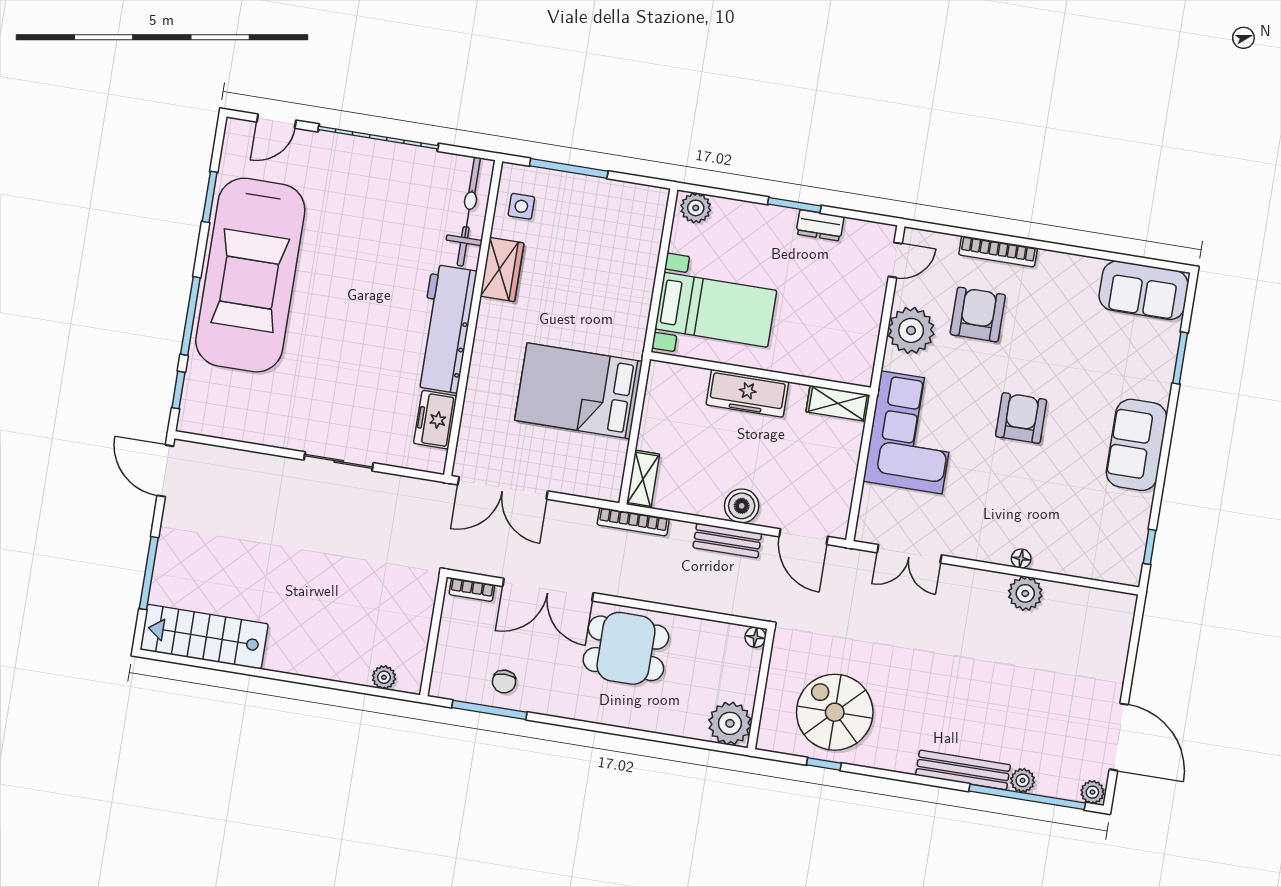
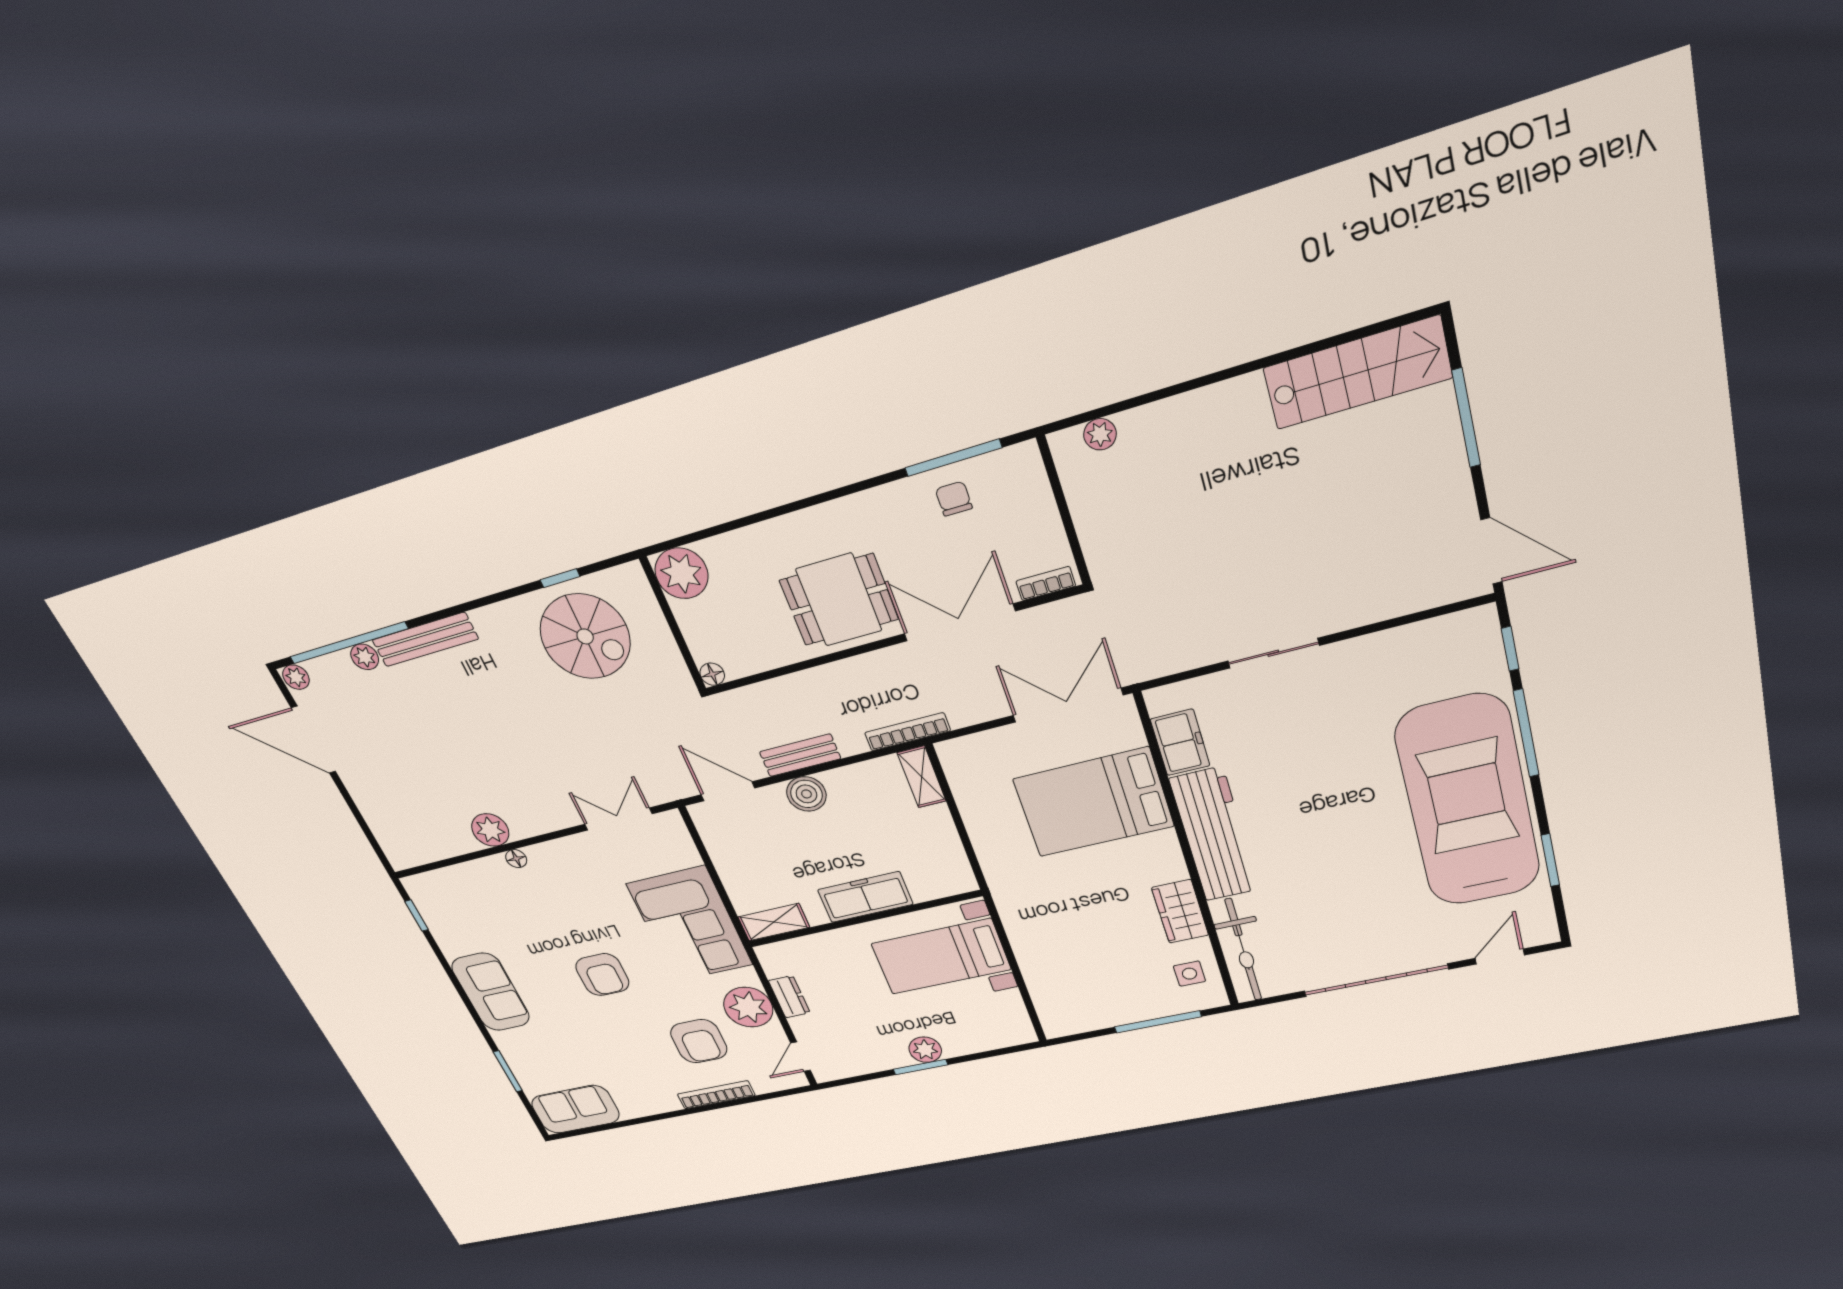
plant: (696, 208) -> (925, 1050), moved
dresser: (820, 225) -> (789, 997), moved, turned 90
bed: (578, 391) -> (1094, 803), moved, turned 180

